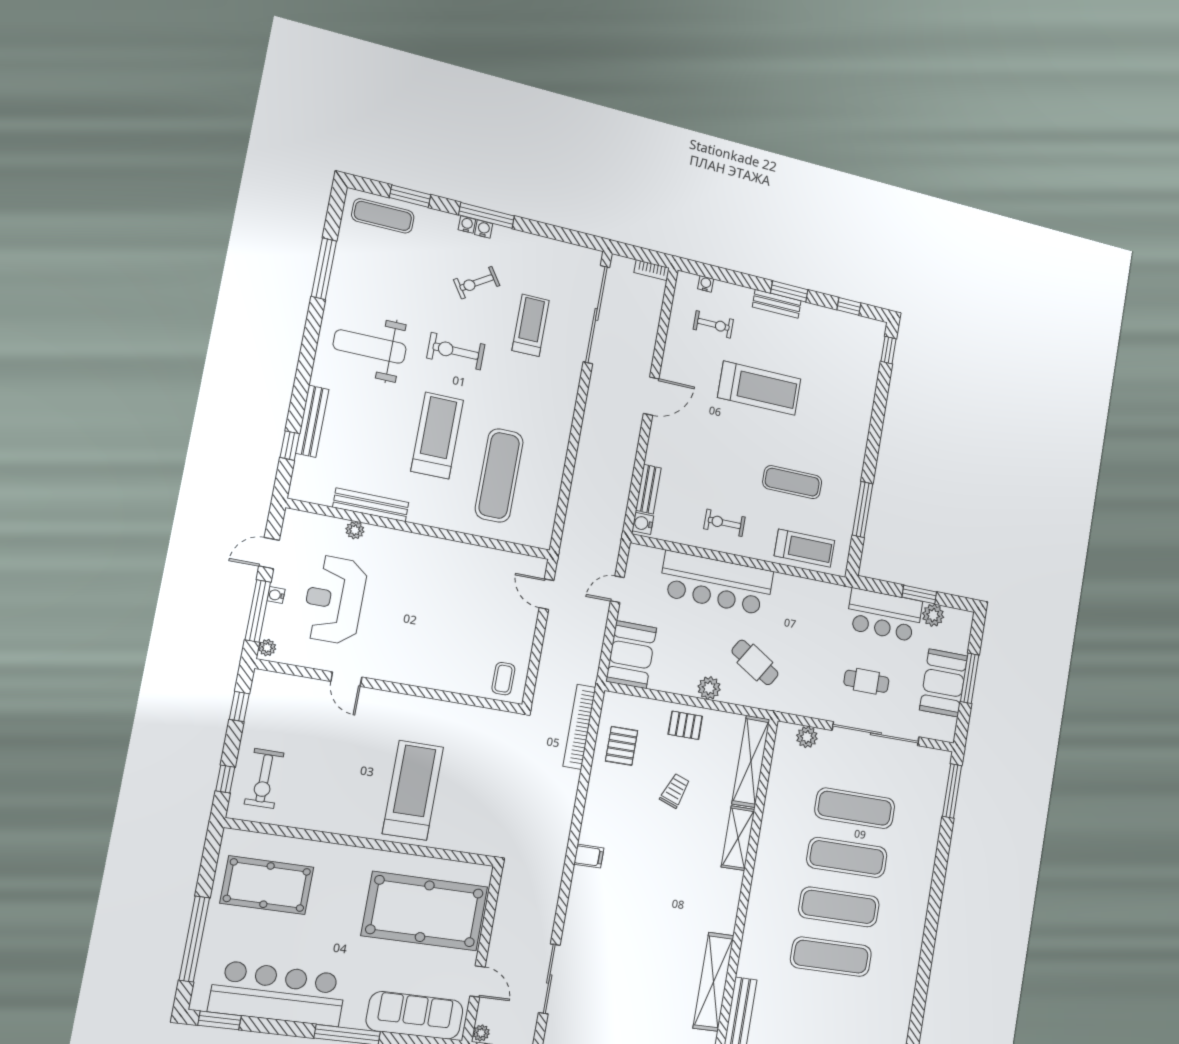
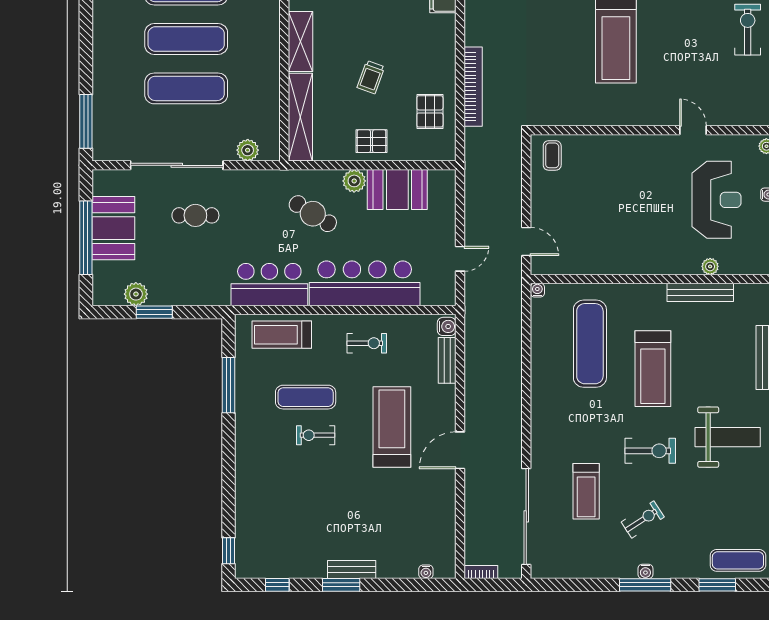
water cooler: (467, 225) -> (537, 290), moved, turned 180
exercise bike: (713, 324) -> (316, 435), moved
treadmill: (759, 388) -> (392, 427), moved, turned 90
bar counter: (884, 615) -> (269, 285), moved
booth: (631, 655) -> (397, 189), moved, turned 90
window: (970, 678) -> (86, 238), width x1.46
bookcase: (579, 727) -> (473, 87), moved

